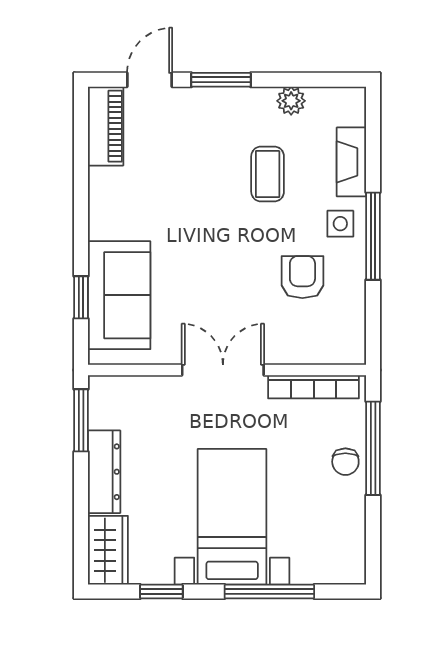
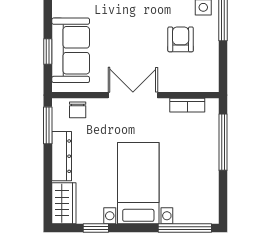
bookcase: (314, 387) -> (187, 105), width x0.64
chair: (345, 462) -> (78, 110), moved
window: (269, 592) -> (185, 228), moved

